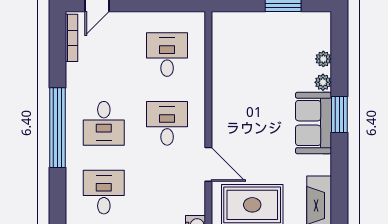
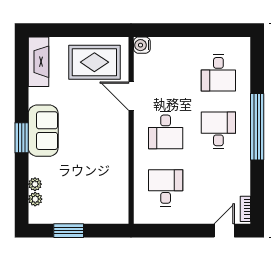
bookcase: (72, 38) -> (245, 209), width x0.64
desk: (167, 54) -> (166, 188), turned 180
plant: (323, 82) -> (35, 199), moved

